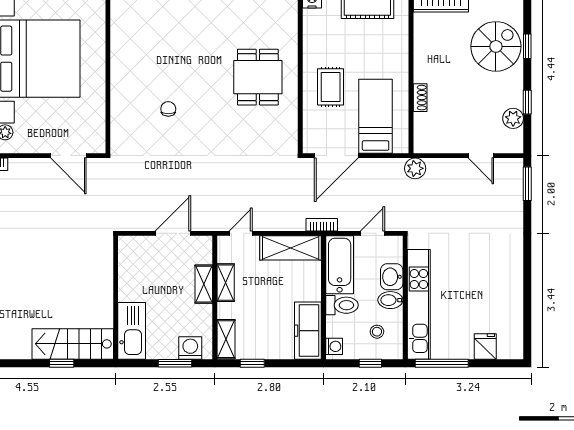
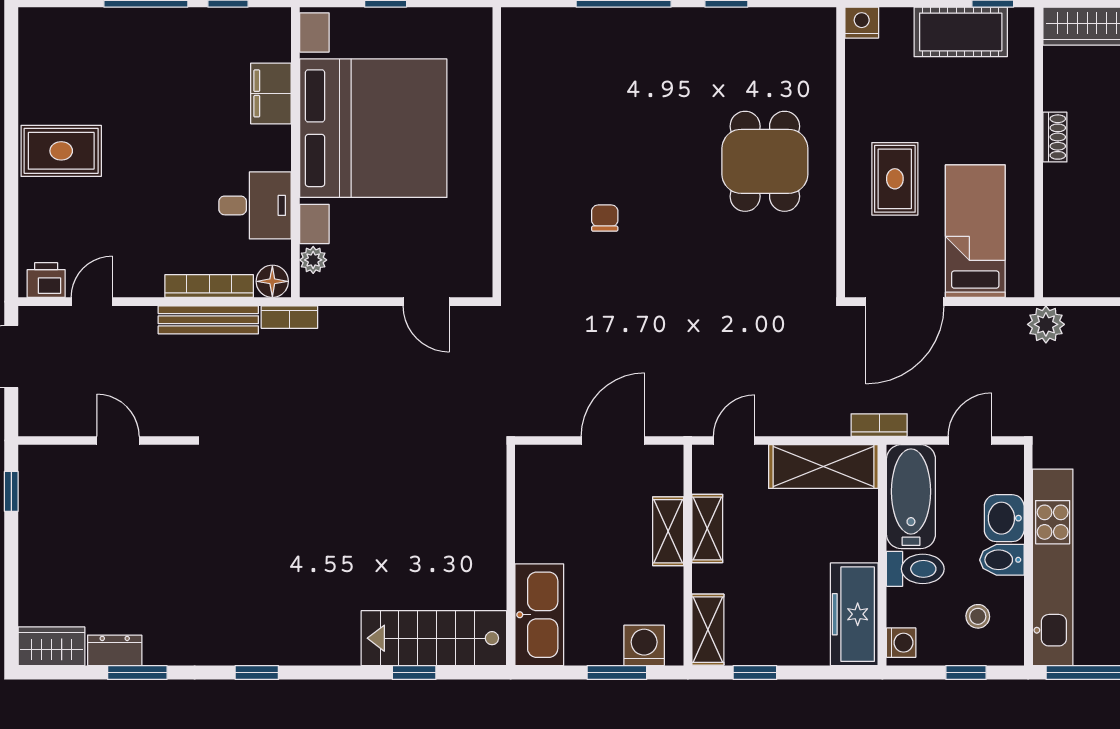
shoe rack: (420, 98) -> (1055, 137), moved
door: (68, 156) -> (426, 302), width x0.73

